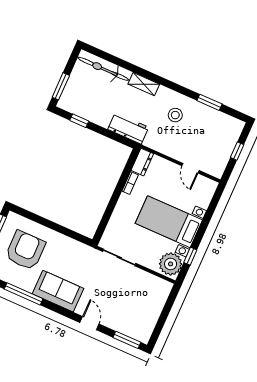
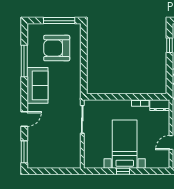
armchair: (25, 250) -> (57, 48), turned 180
window: (190, 256) -> (123, 171), moved
plant: (171, 264) -> (94, 159), removed

